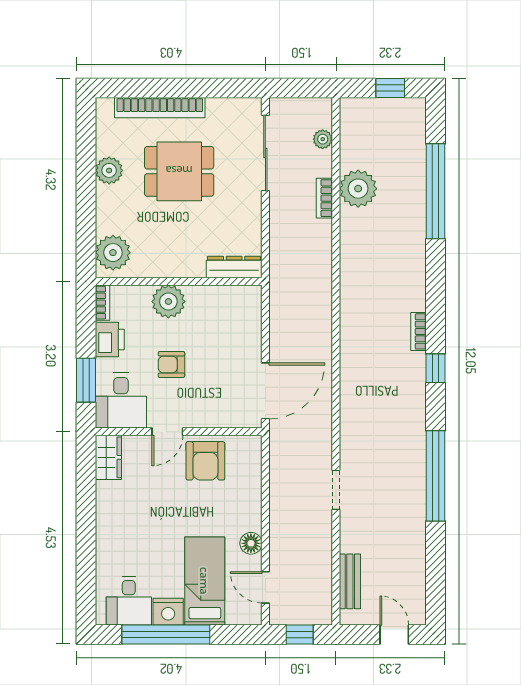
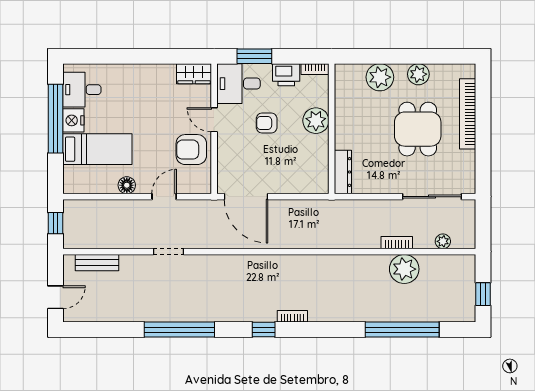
plant: (113, 253) -> (380, 77), moved
armchair: (171, 365) -> (267, 123), turned -90
door: (265, 587) -> (164, 197), moved

